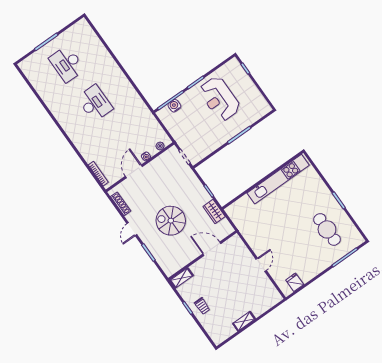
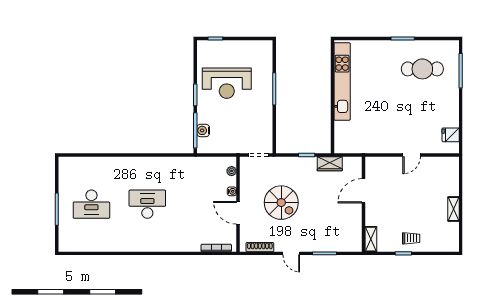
spiral stairs: (171, 221) -> (281, 203), moved, turned -90
door: (261, 265) -> (412, 155), swing flipped

